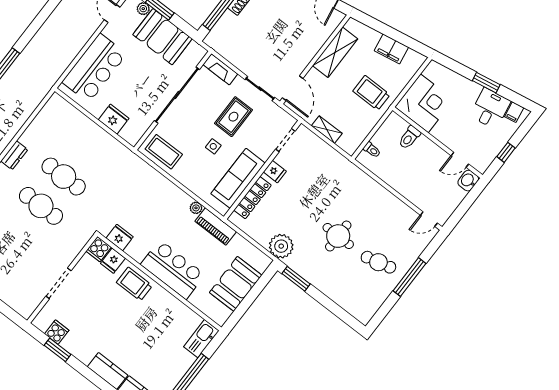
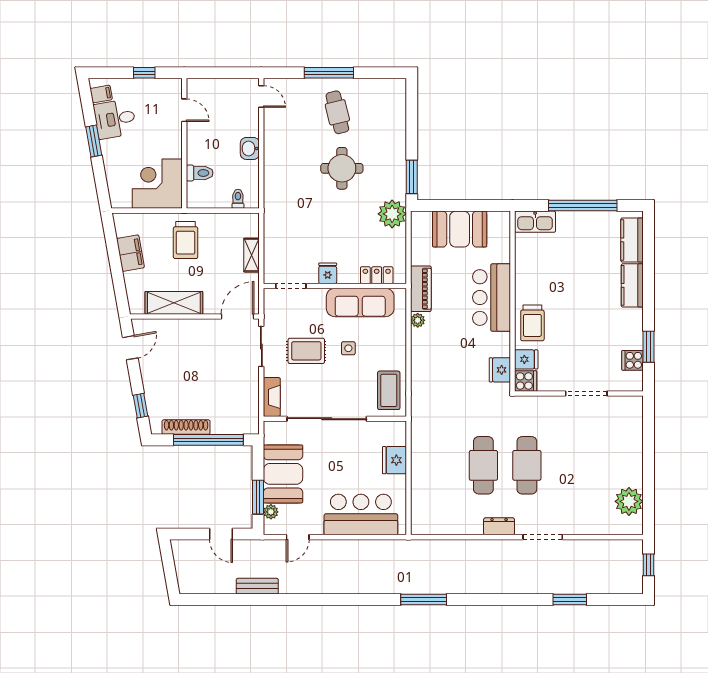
washbasin: (468, 181) -> (250, 148), moved, turned 90
locker: (252, 198) -> (377, 275), width x0.66

